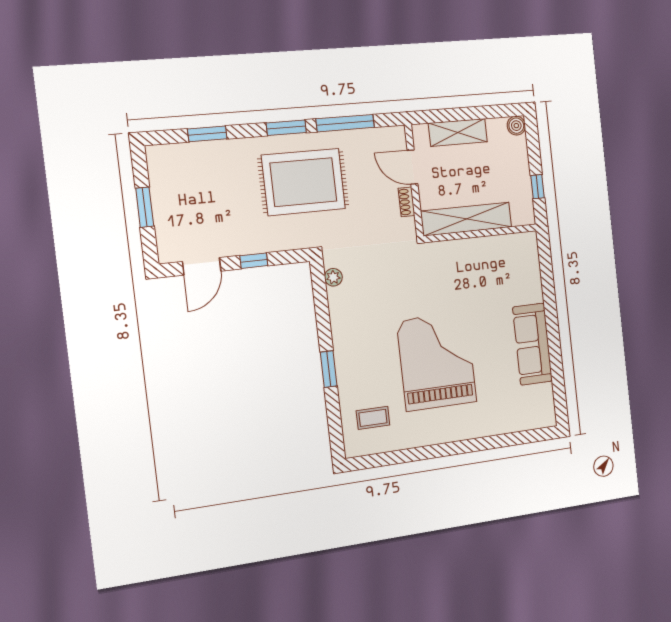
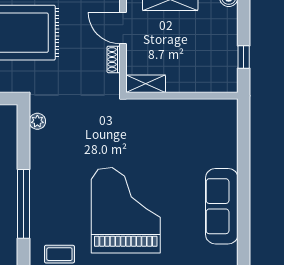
shelving: (466, 219) -> (146, 84), width x0.45, depth x0.75
window: (329, 369) -> (23, 204), width x2.11

